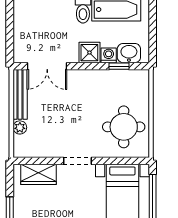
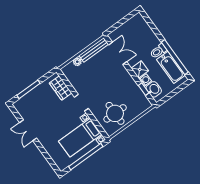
double door: (47, 66) -> (118, 53), swing flipped

